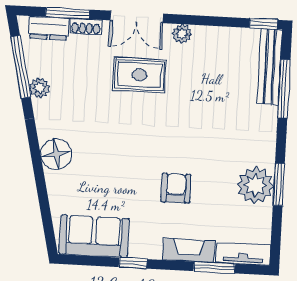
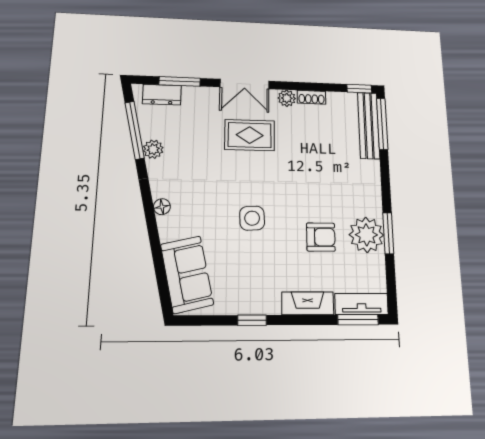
shoe rack: (86, 27) -> (311, 97), moved
window: (284, 89) -> (382, 124), moved
floor lamp: (56, 154) -> (162, 207), width x0.53, depth x0.53
side table: (138, 163) -> (252, 218), added
armchair: (176, 188) -> (321, 237), moved, turned 90
sofa: (94, 236) -> (187, 274), moved, turned 77
window: (214, 267) -> (358, 320), moved

